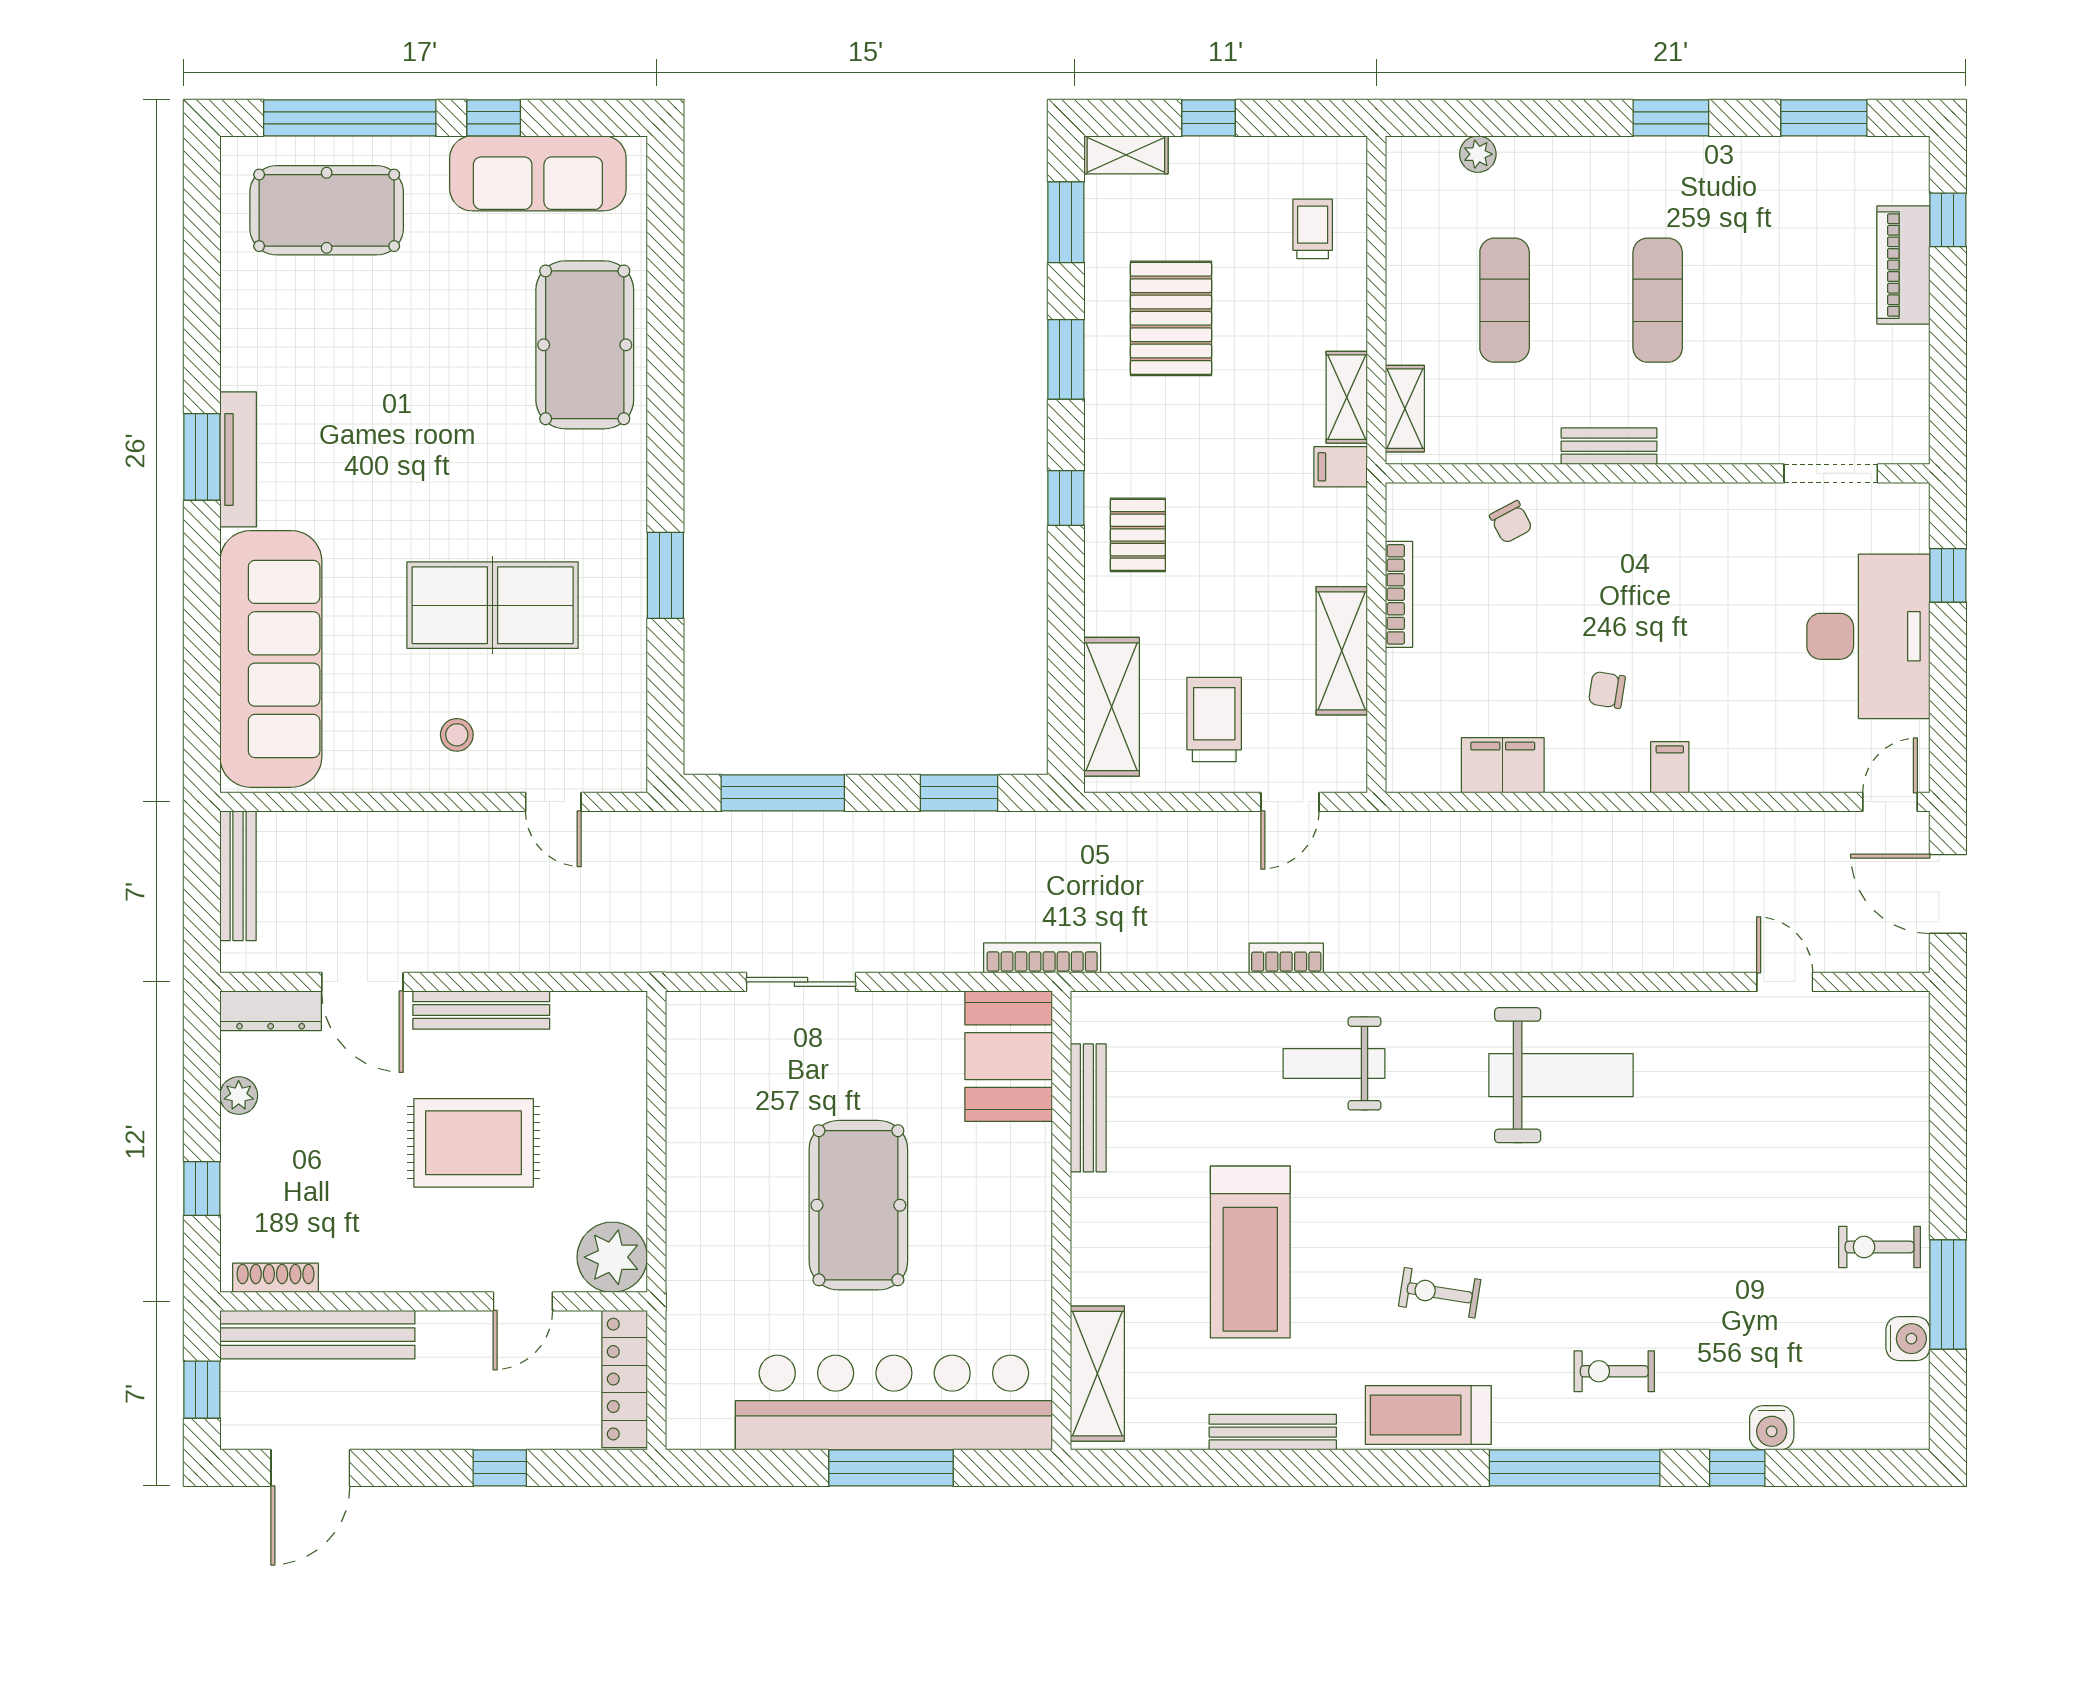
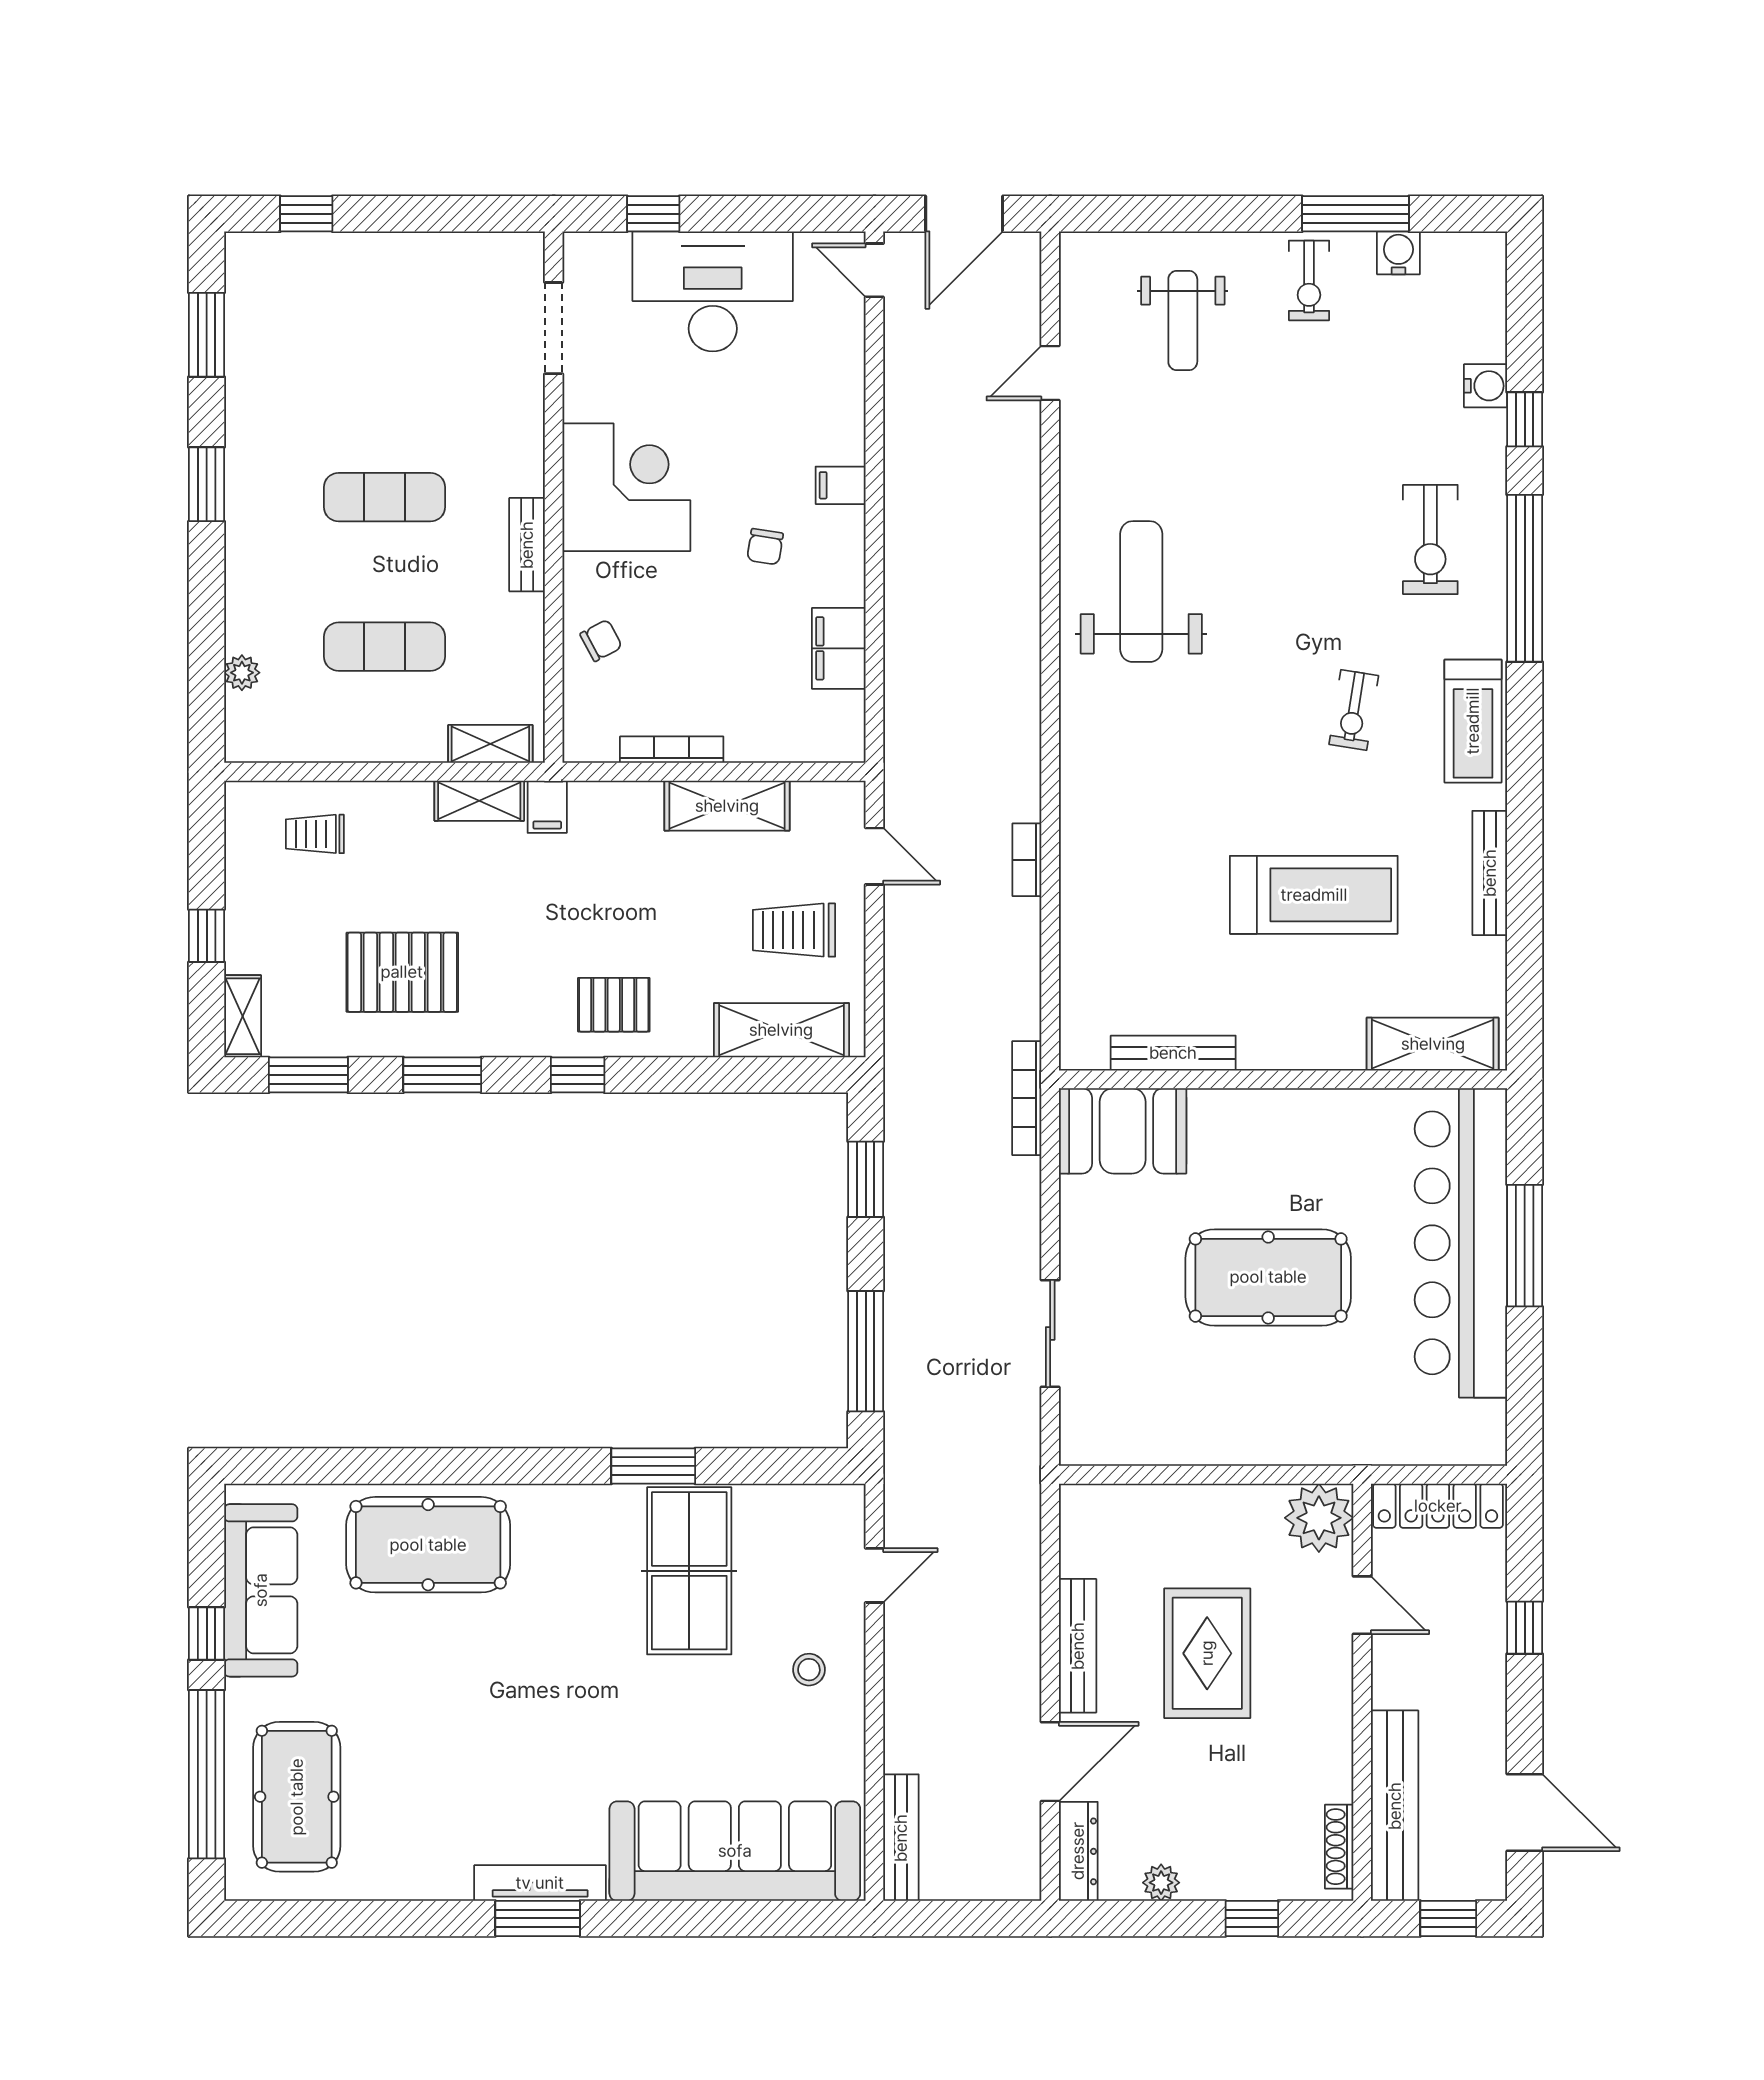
piano: (1903, 265) -> (350, 257), removed
corner desk: (1668, 548) -> (626, 487), added
table tennis table: (493, 605) -> (689, 1571), moved
bench: (238, 876) -> (901, 1838), moved, turned 90
weight bench: (1334, 1063) -> (1183, 320), moved
exercise bike: (1614, 1371) -> (1430, 539), width x1.38, depth x1.39

